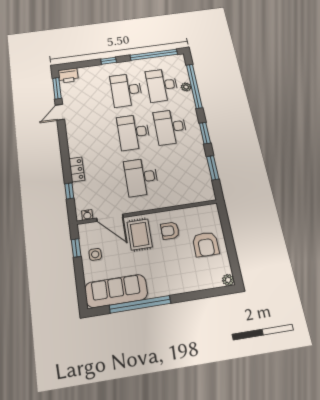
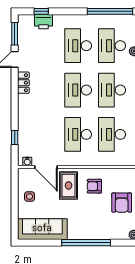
window: (109, 61) -> (41, 11), moved
printer: (68, 75) -> (44, 22), moved
locker: (77, 169) -> (23, 83), moved
desk: (179, 171) -> (112, 134), added
window: (76, 248) -> (15, 189), removed
window: (140, 304) -> (86, 243), moved

